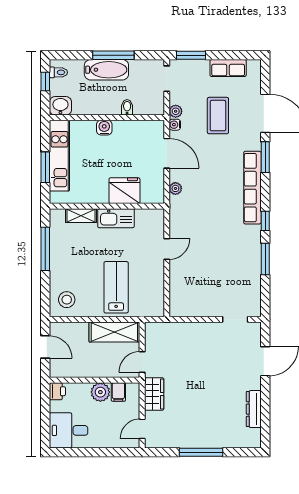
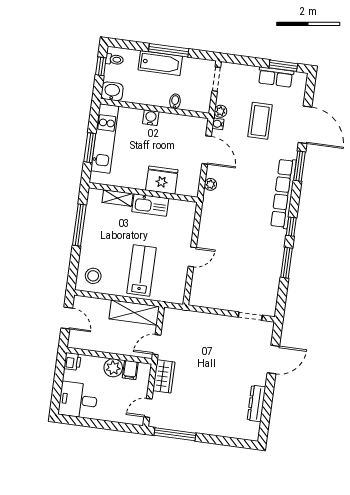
window: (191, 55) -> (283, 66), moved
door: (167, 249) -> (192, 257), moved
window: (201, 452) -> (175, 434), moved

